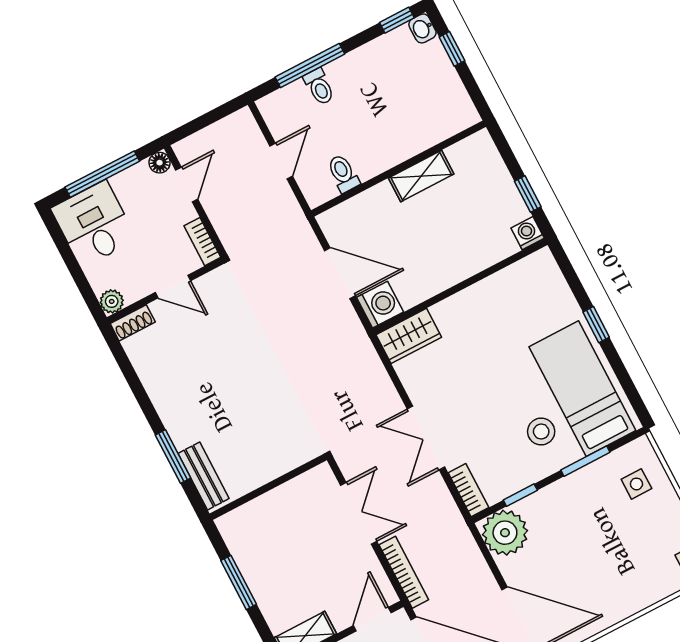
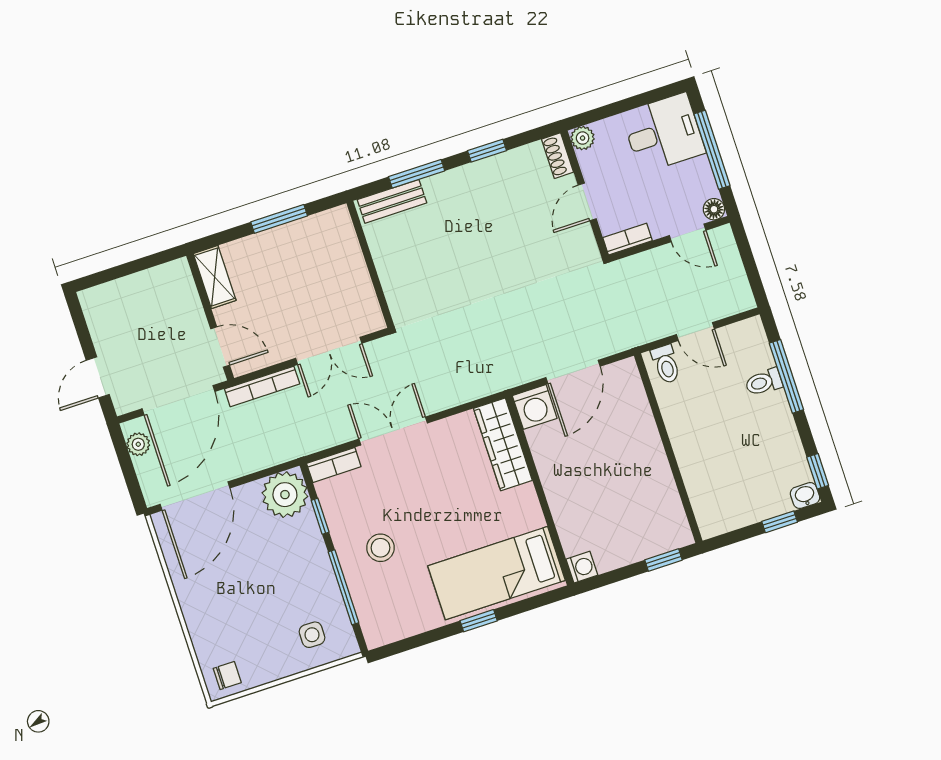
toilet: (343, 173) -> (666, 364), moved, turned 90
shelving: (421, 176) -> (657, 470), removed
window: (528, 194) -> (663, 560), moved
wardrobe: (409, 336) -> (503, 444), width x1.50
bed: (582, 389) -> (496, 573), moved, turned 180
window: (139, 392) -> (487, 151), added
window: (585, 461) -> (343, 587), width x1.44

